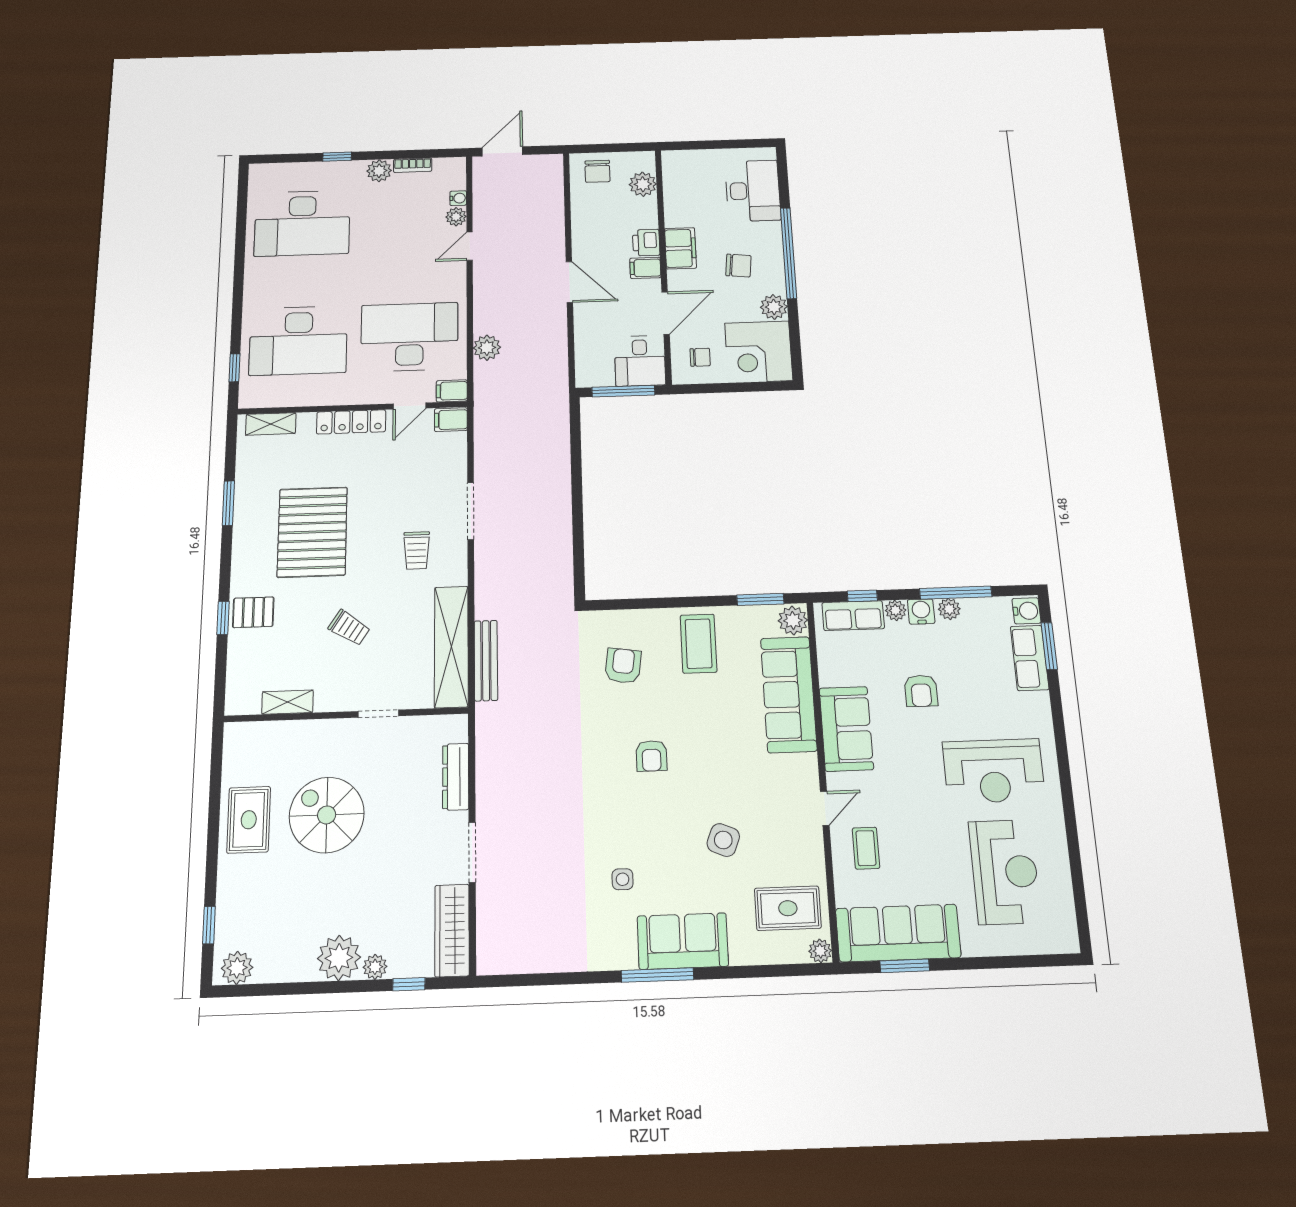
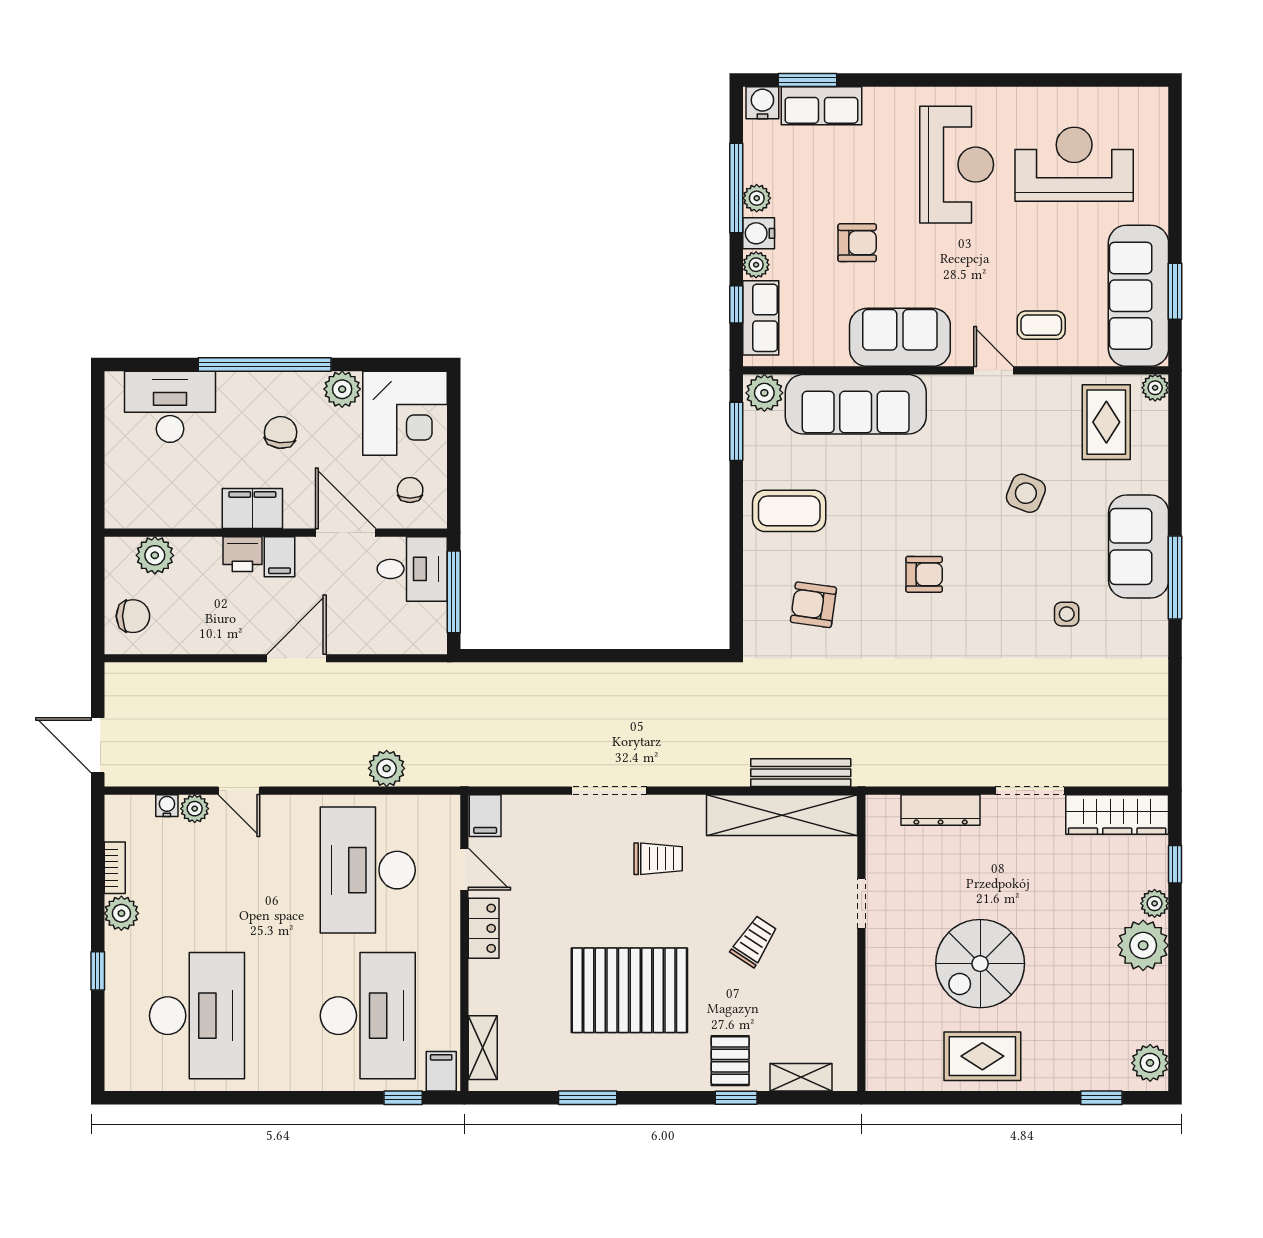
filing cabinet: (452, 391) -> (441, 1071), moved, turned 180
locker: (351, 422) -> (484, 928), width x0.66
shelving: (288, 702) -> (801, 1077), moved, turned 90

